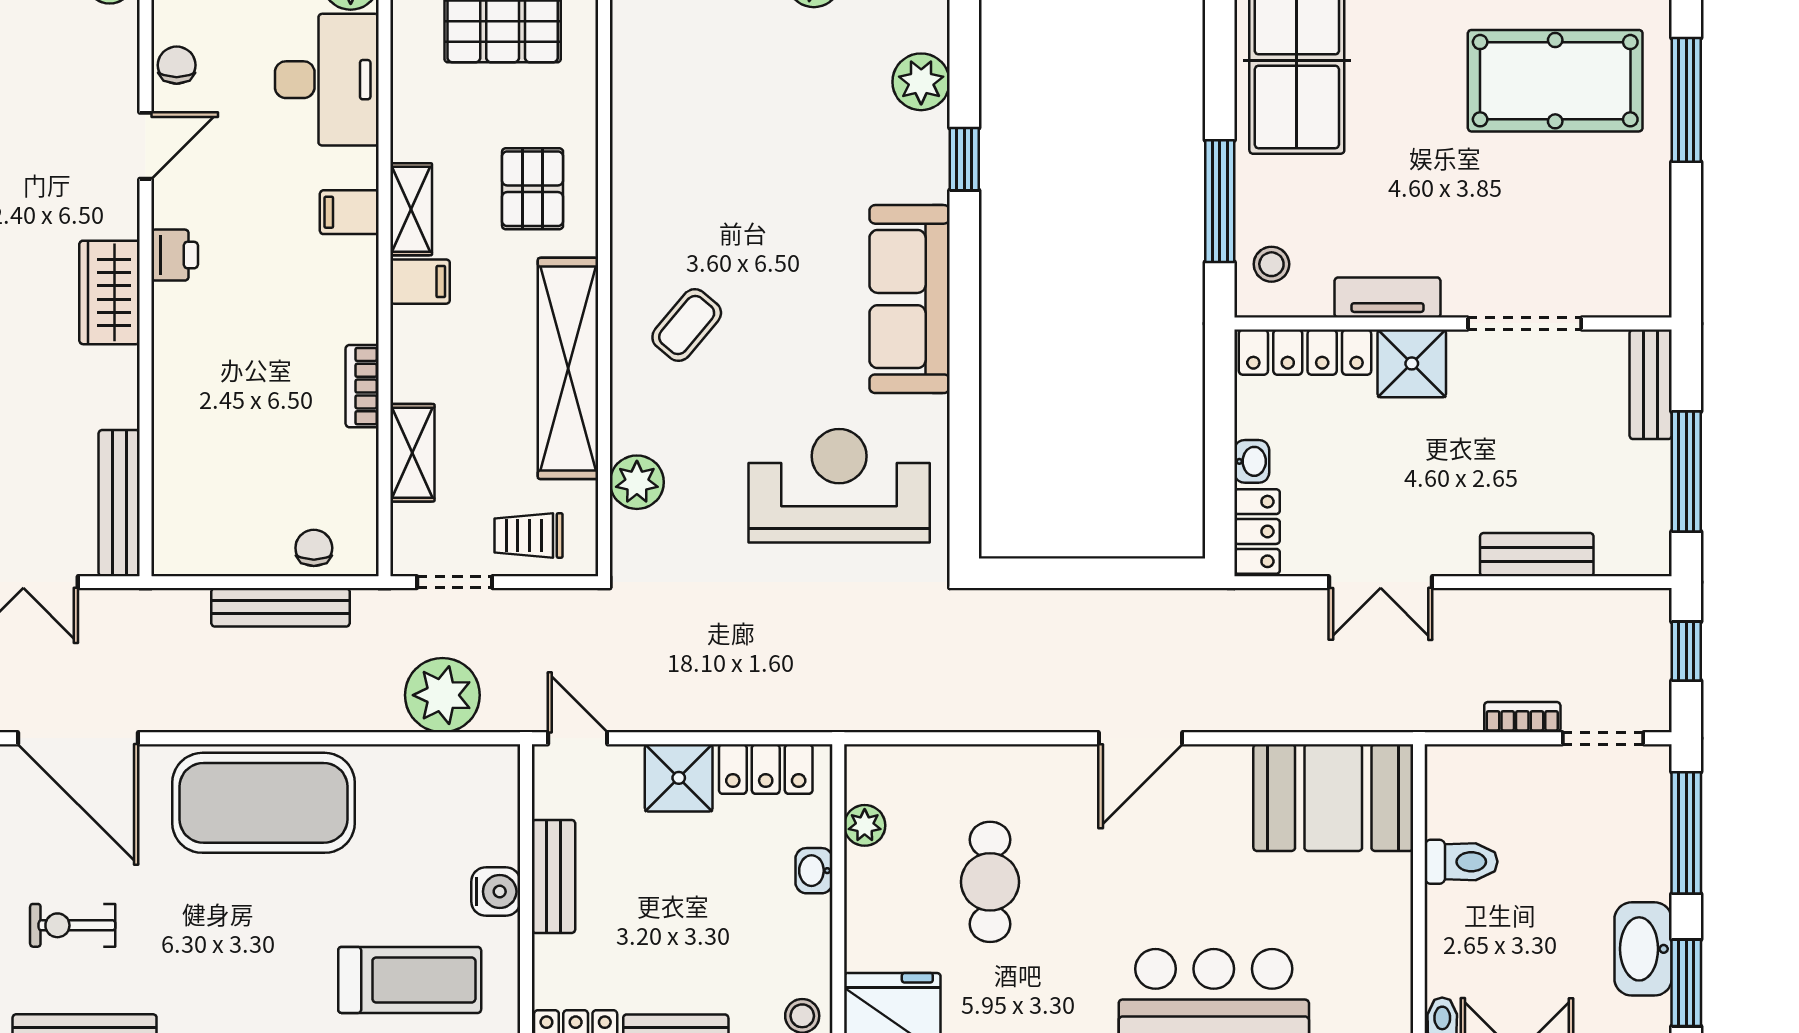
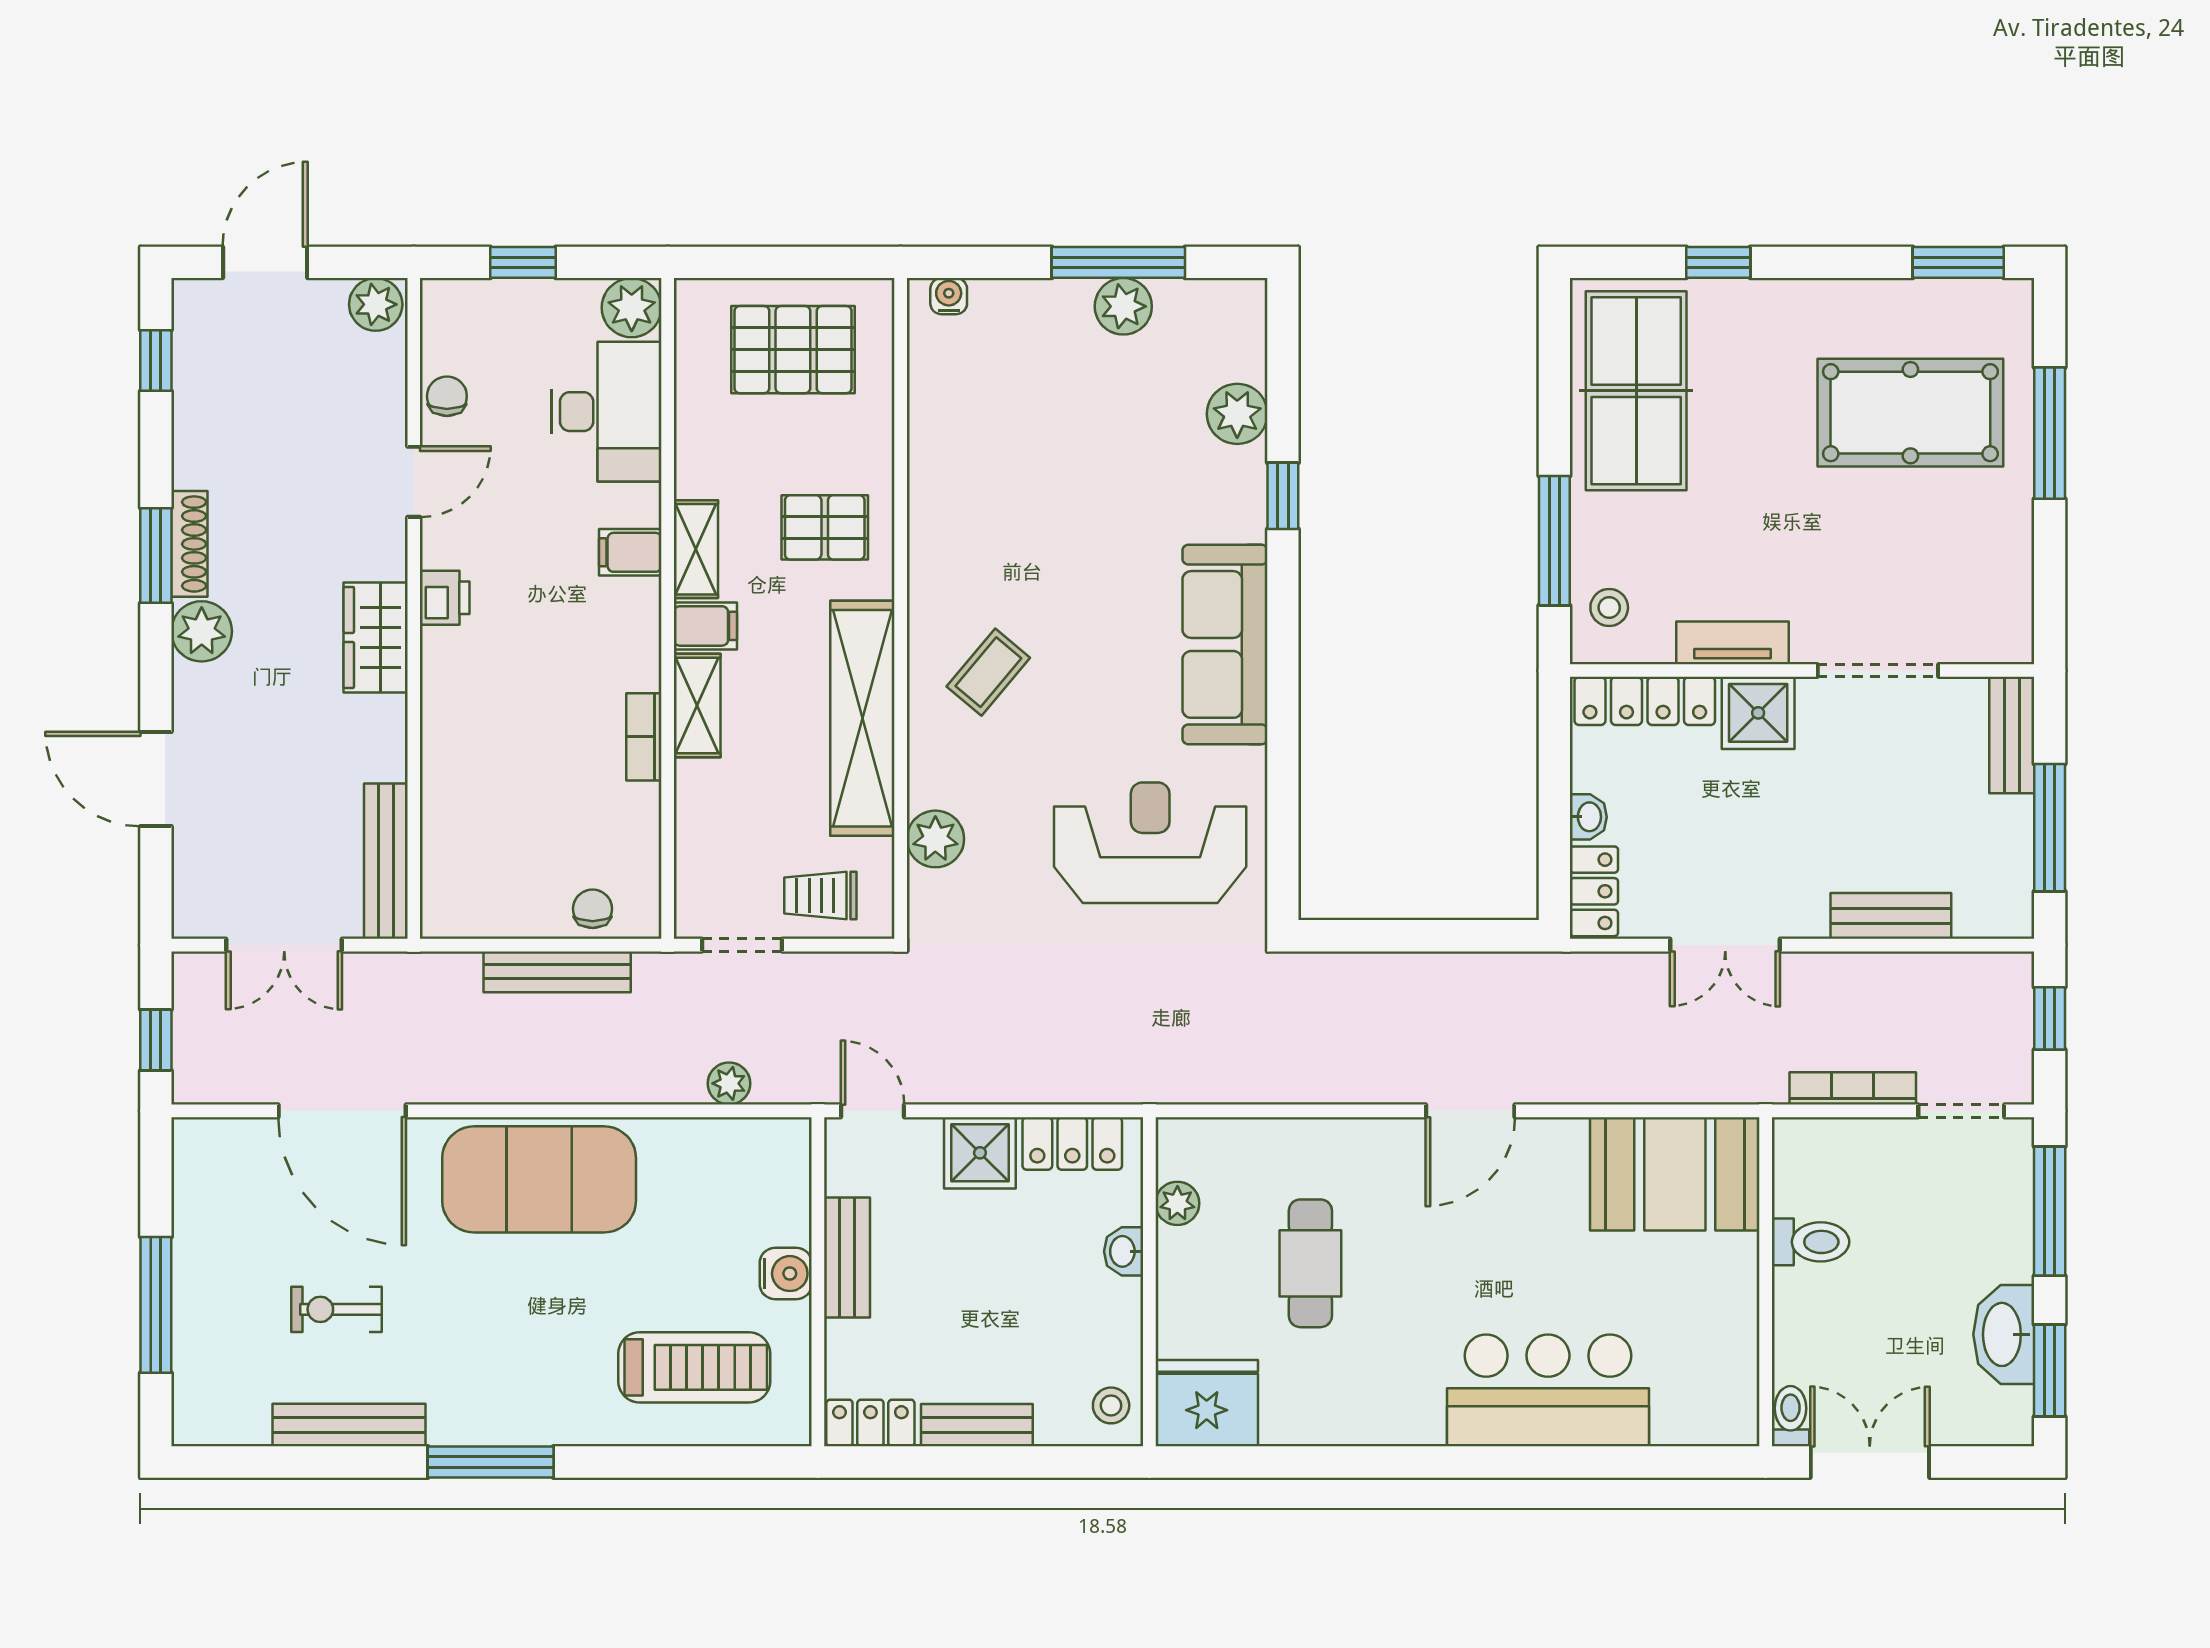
pallet: (533, 189) -> (825, 527), turned 90
shelving: (412, 453) -> (697, 706), moved
plant: (442, 695) -> (729, 1083), width x0.53, depth x0.53
bookcase: (1522, 717) -> (1853, 1088), width x1.56

